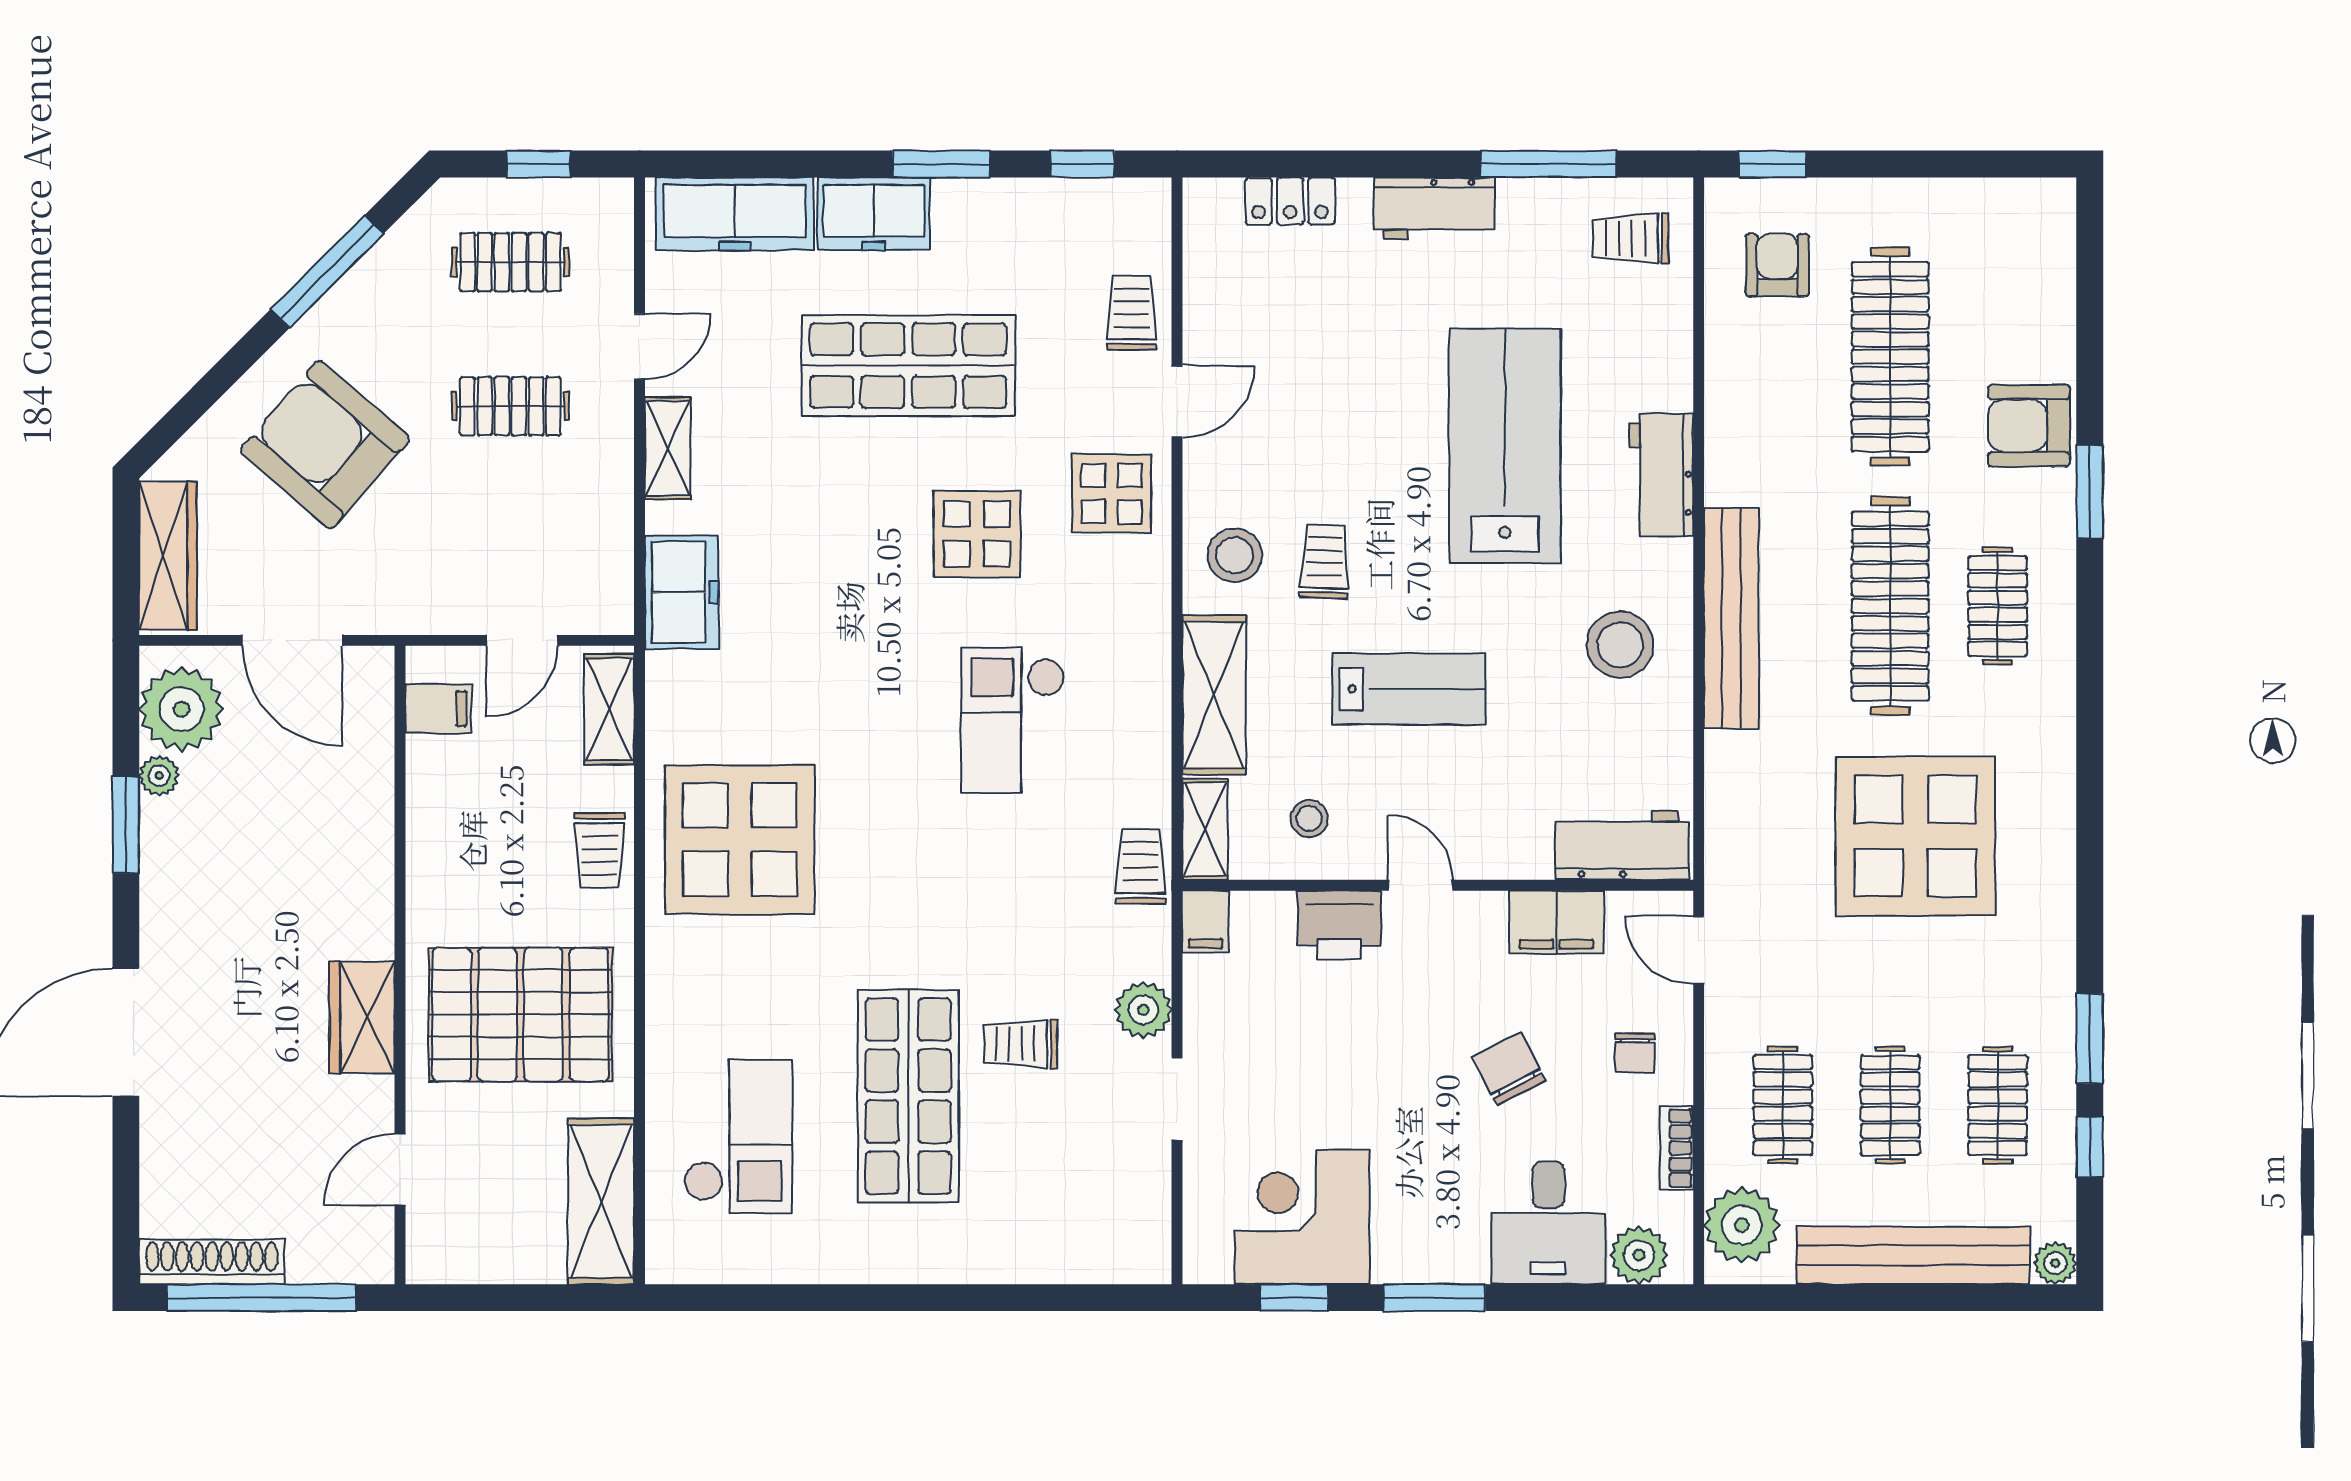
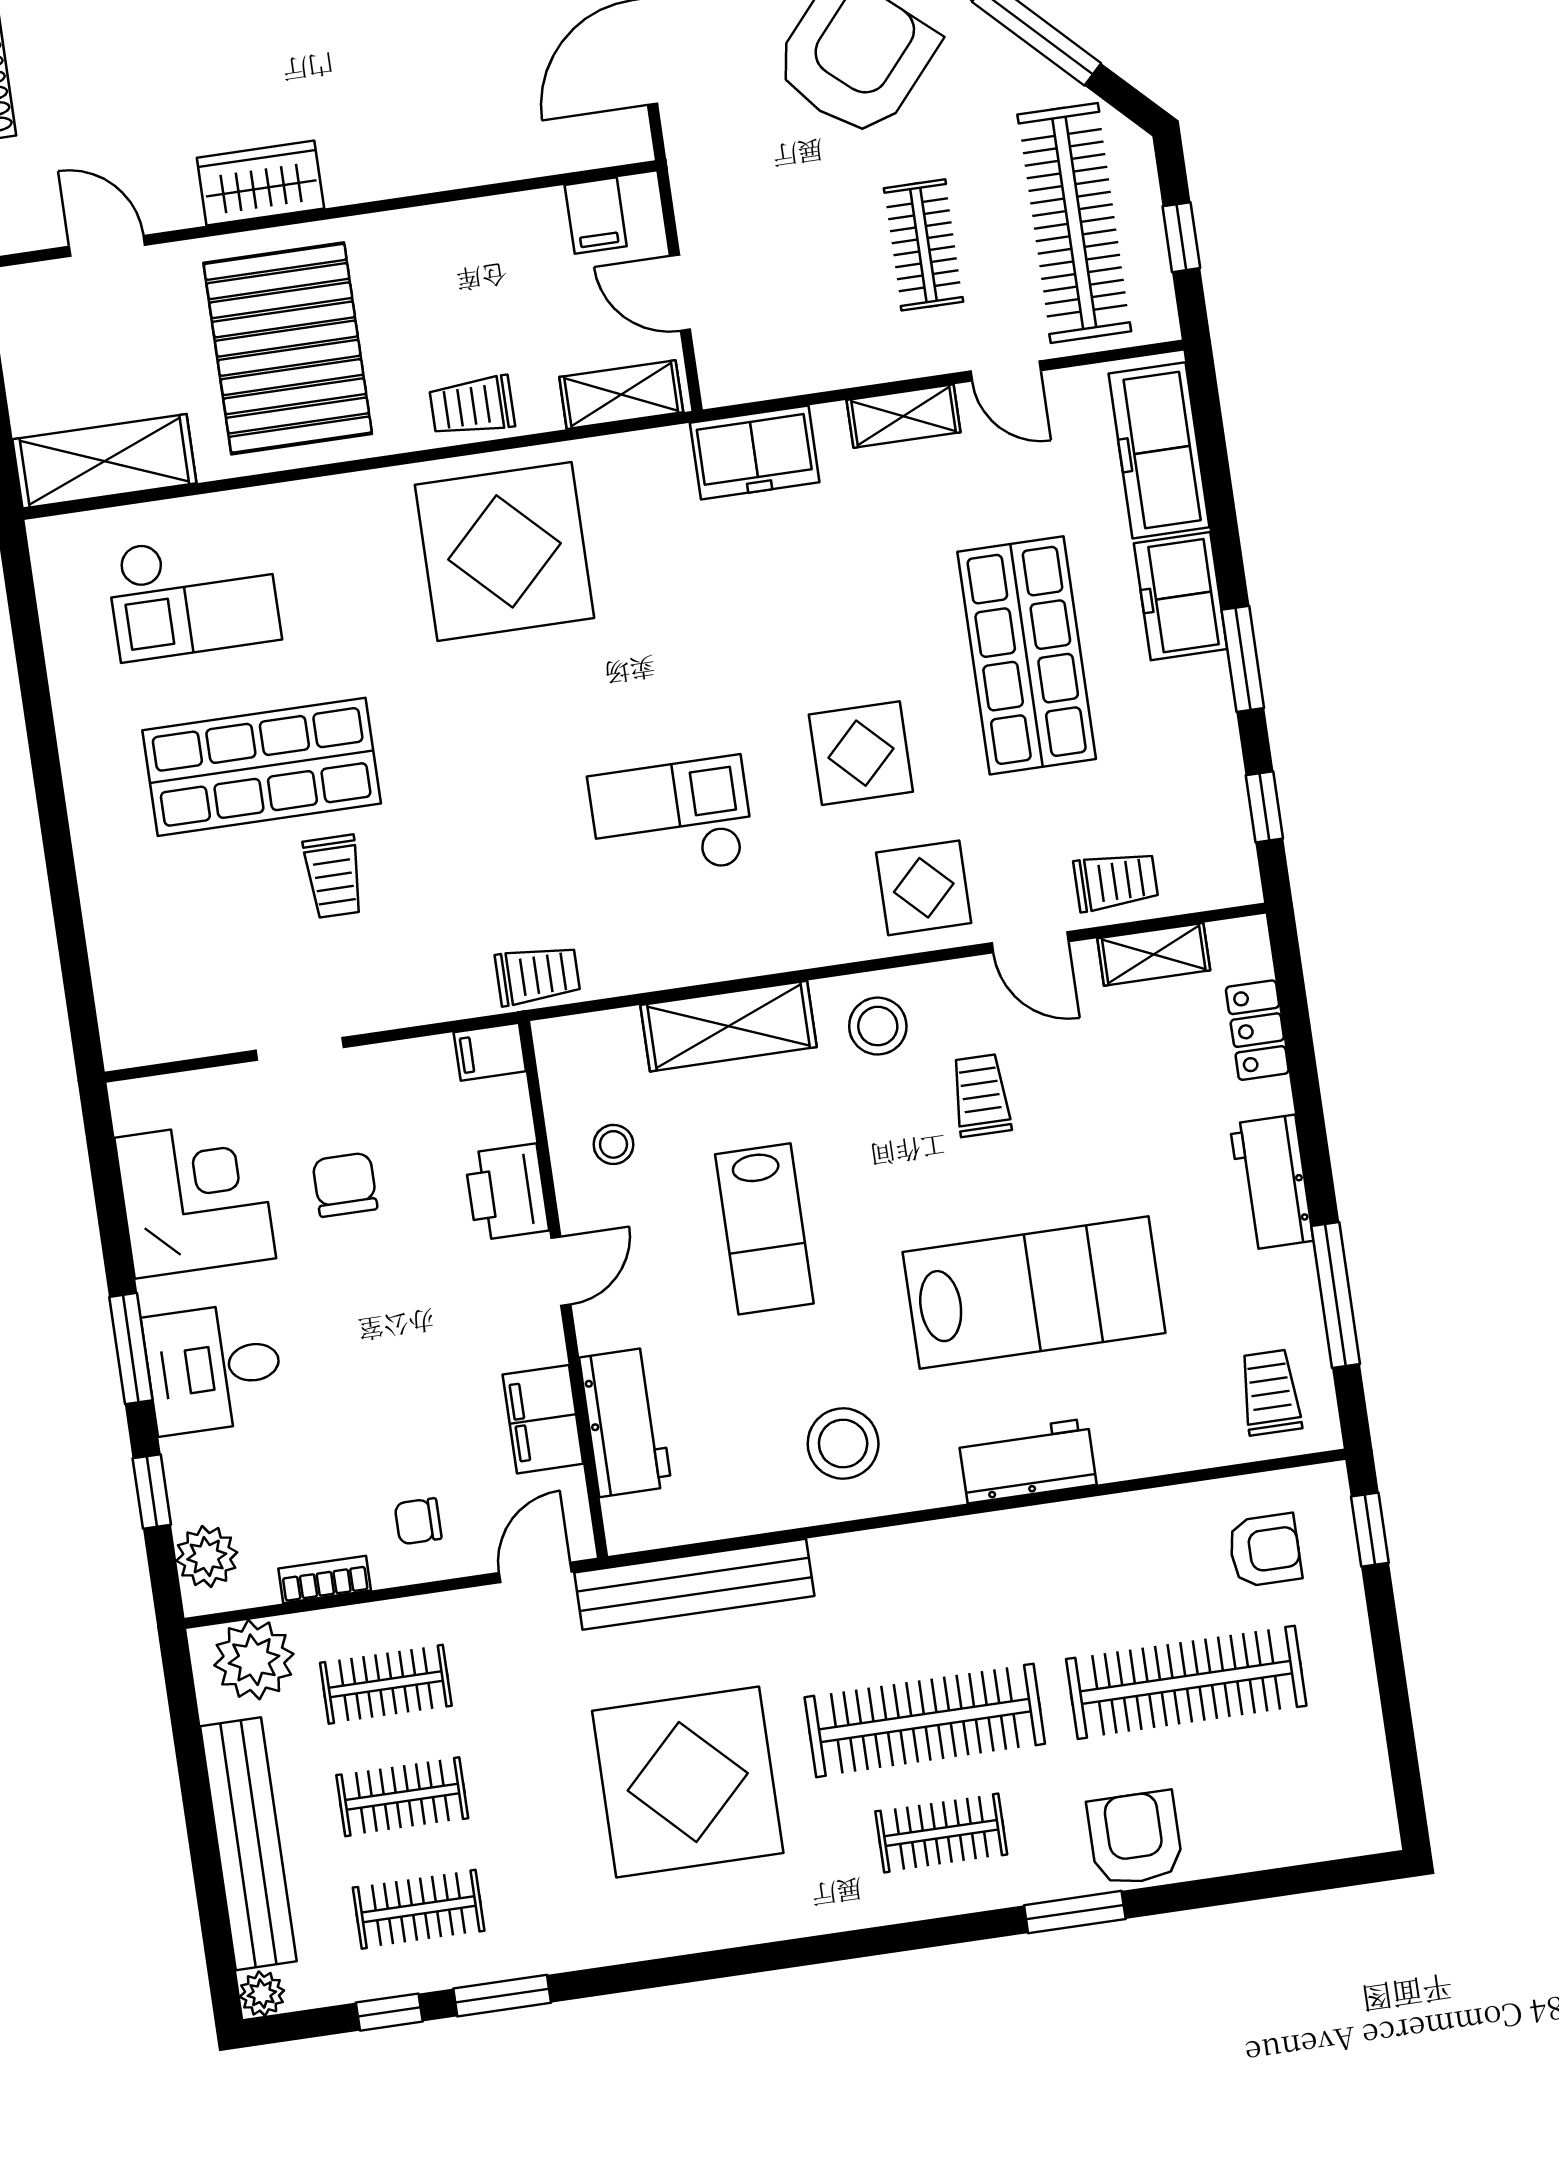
clothes rail: (510, 262) -> (1074, 223), width x1.86, depth x1.31
trolley: (1325, 562) -> (981, 1095), moved, turned -92
bench: (1731, 618) -> (694, 1584), moved
shelving: (1205, 829) -> (1154, 954), moved
workbench: (1622, 845) -> (625, 1422), moved
plant: (1143, 1010) -> (388, 1000), removed
trolley: (1020, 1044) -> (334, 876), turned 180
chair: (1509, 1069) -> (345, 1185), moved, turned -63
desk: (1548, 1223) -> (214, 1368), moved
window: (1294, 1298) -> (152, 1491), moved

